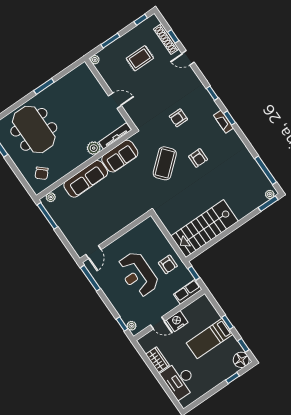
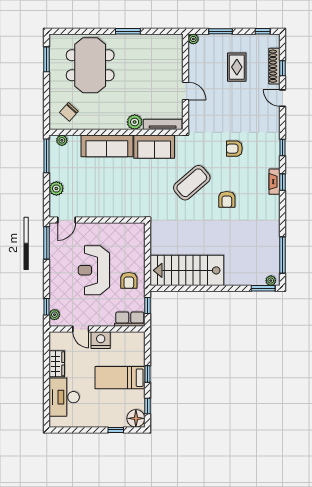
rug: (140, 58) -> (237, 67), turned 90
plant: (71, 234) -> (56, 189), added

